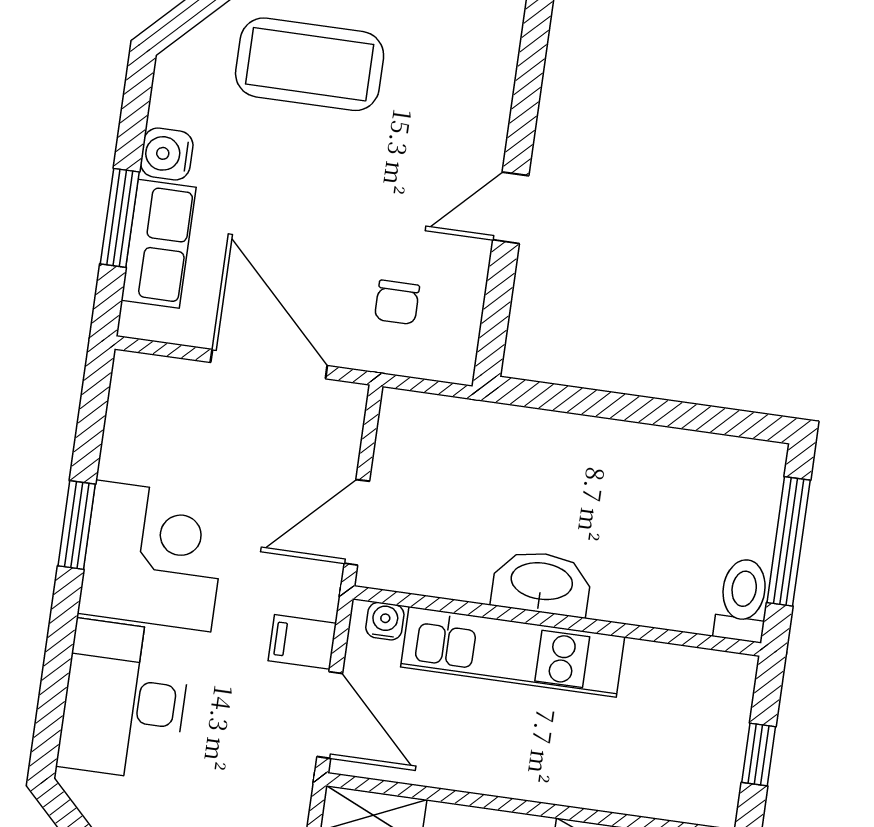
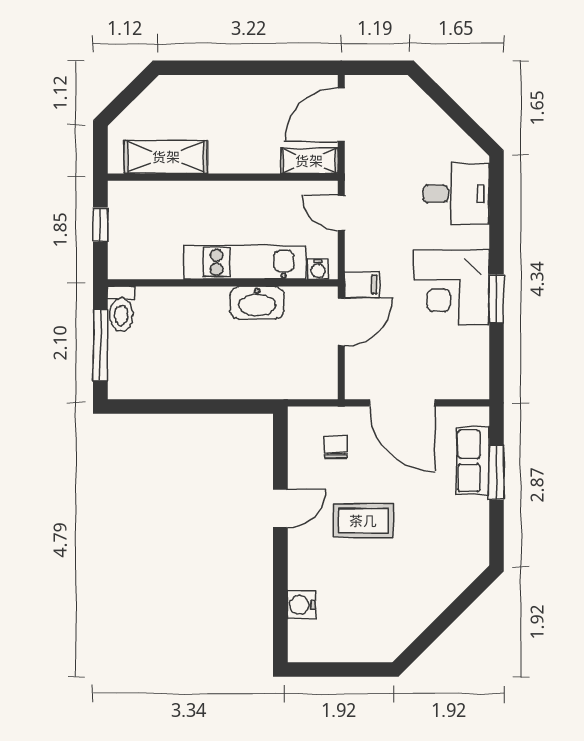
coffee table: (310, 64) -> (363, 521), moved, width x0.73, depth x0.76
water cooler: (167, 154) -> (301, 605), moved, turned 180
washbasin: (542, 583) -> (257, 303), moved
filing cabinet: (302, 642) -> (362, 285), moved
desk: (125, 700) -> (456, 194), width x0.73
door: (330, 715) -> (341, 213), width x0.73

